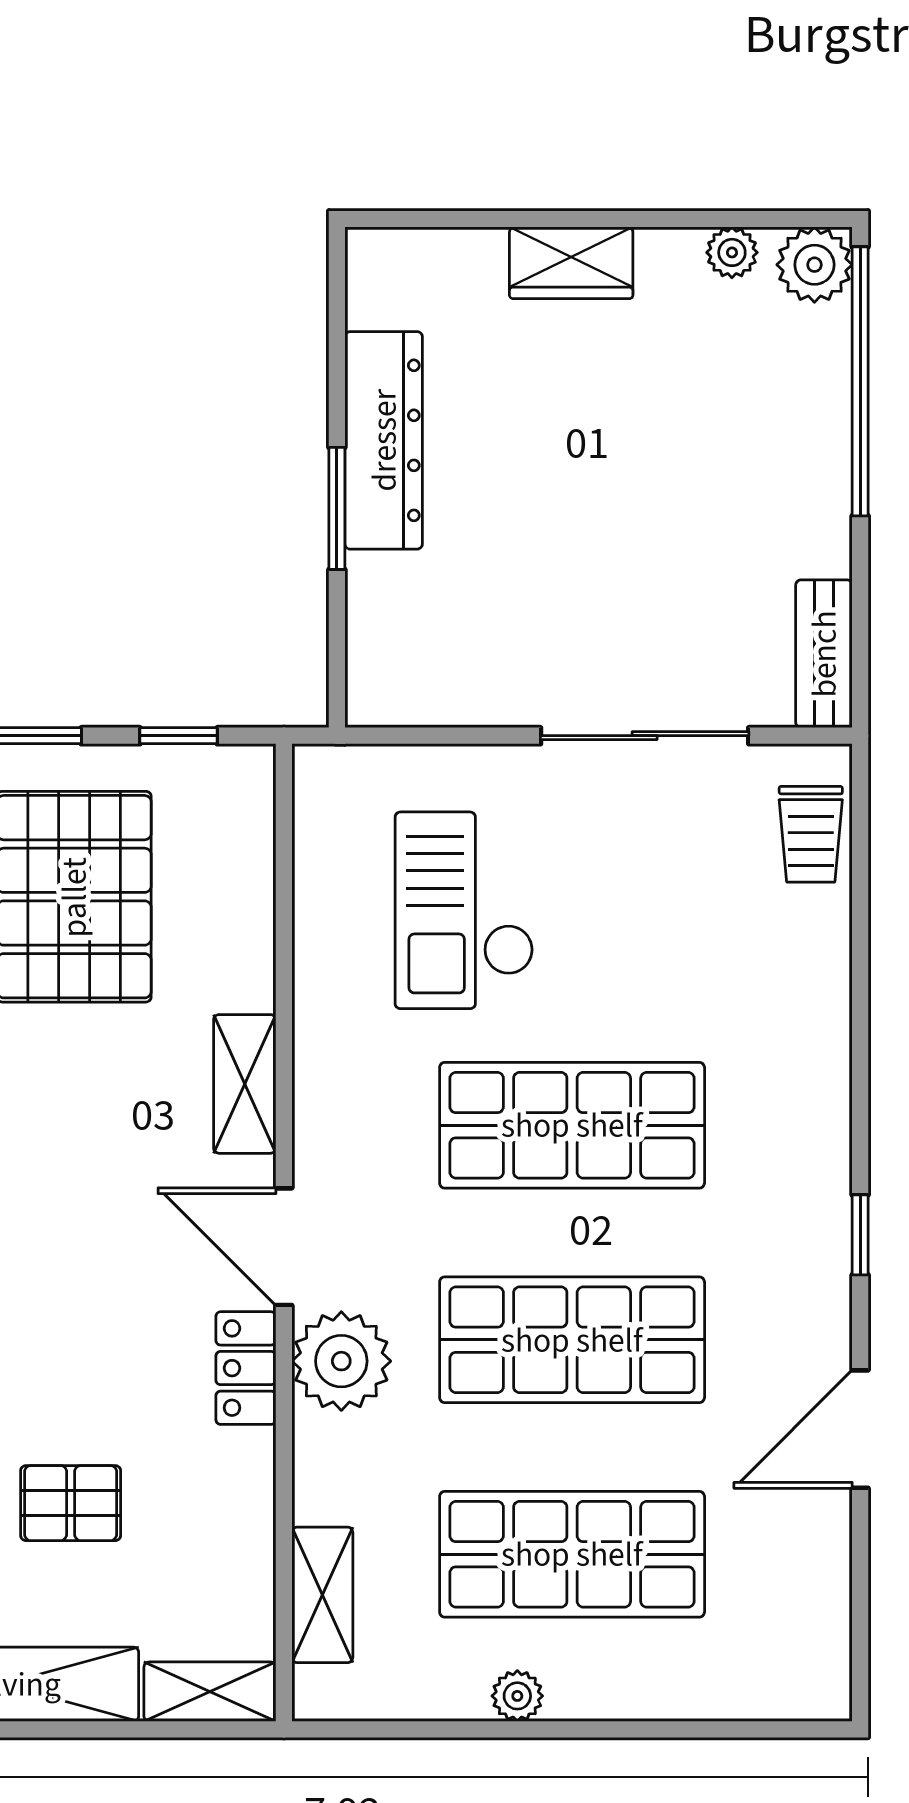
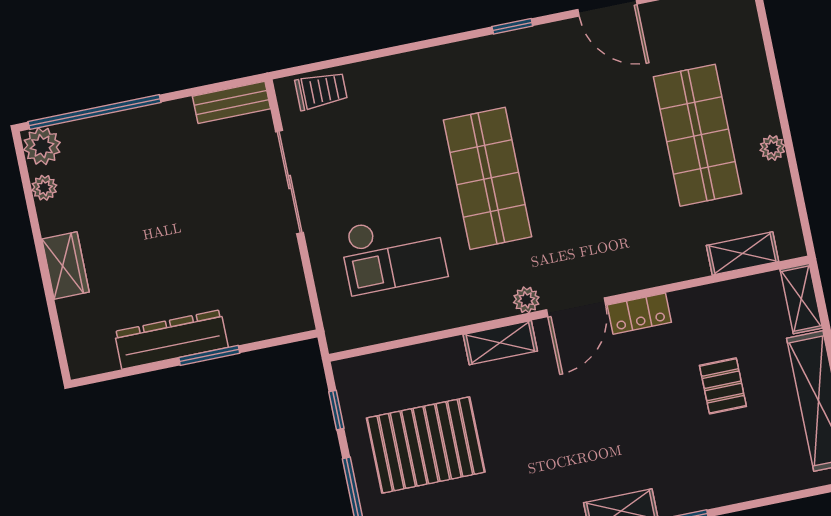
shop shelf: (572, 1340) -> (593, 157), removed
plant: (341, 1361) -> (526, 300), moved, width x0.53, depth x0.53

